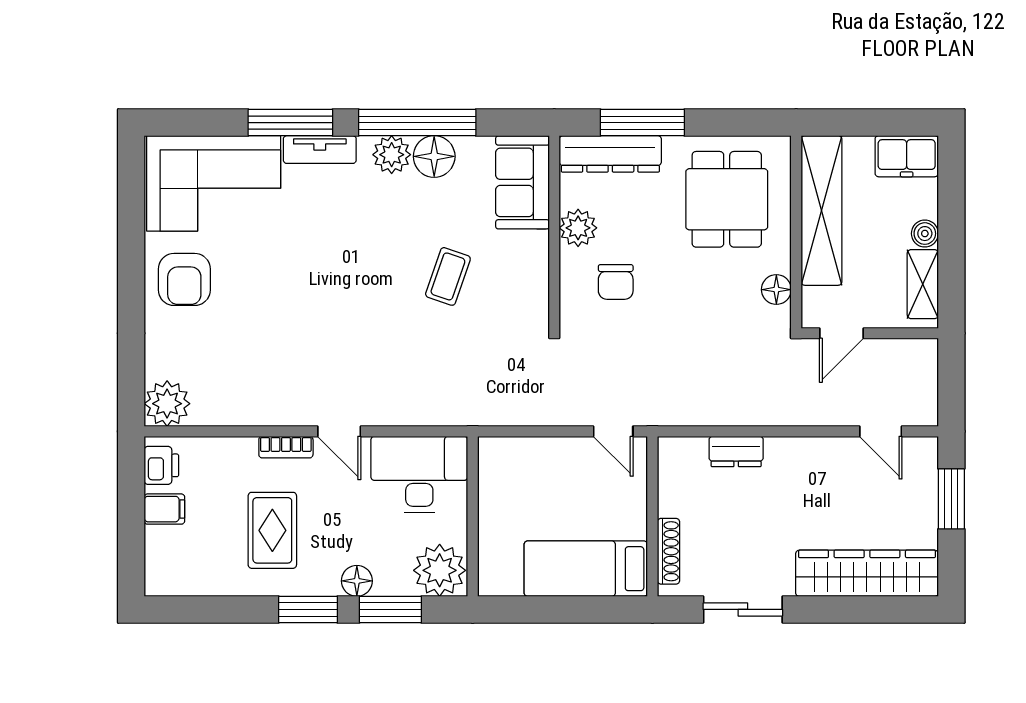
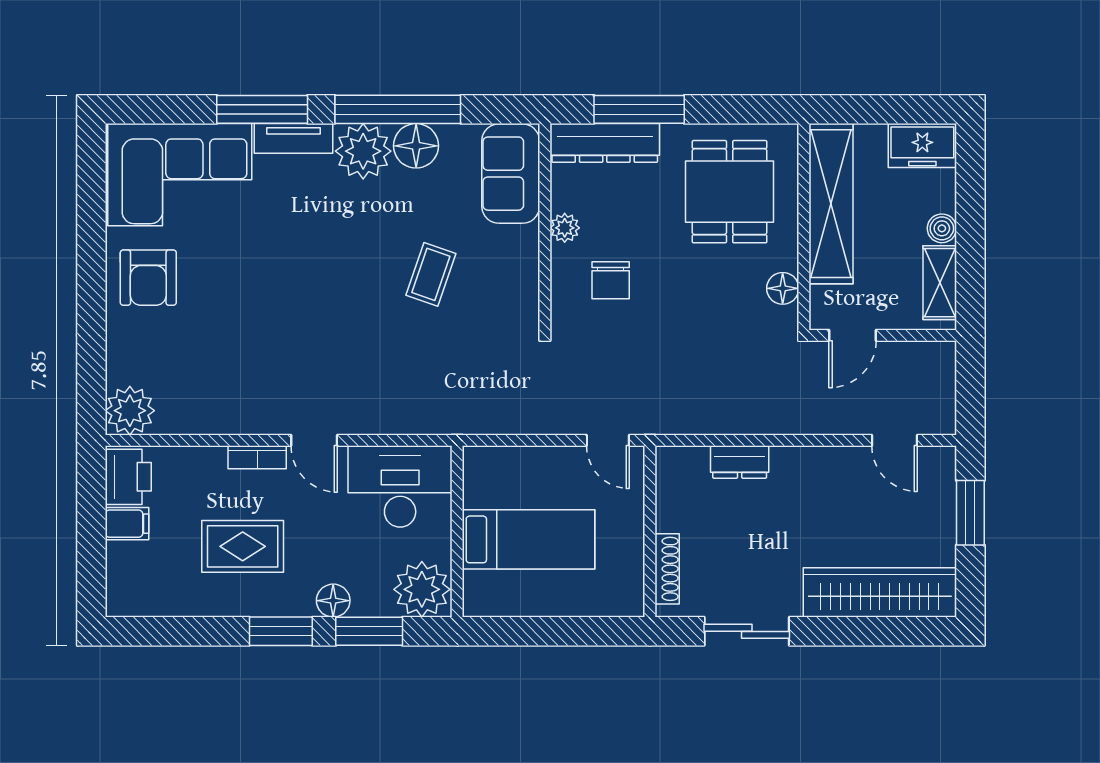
plant: (392, 155) -> (363, 151), width x1.36, depth x1.36
plant: (578, 228) -> (565, 228), width x0.73, depth x0.73
printer: (161, 465) -> (128, 477), width x1.36, depth x1.24
rug: (272, 530) -> (243, 546), turned 90
bed: (586, 569) -> (529, 539), moved, turned 180

